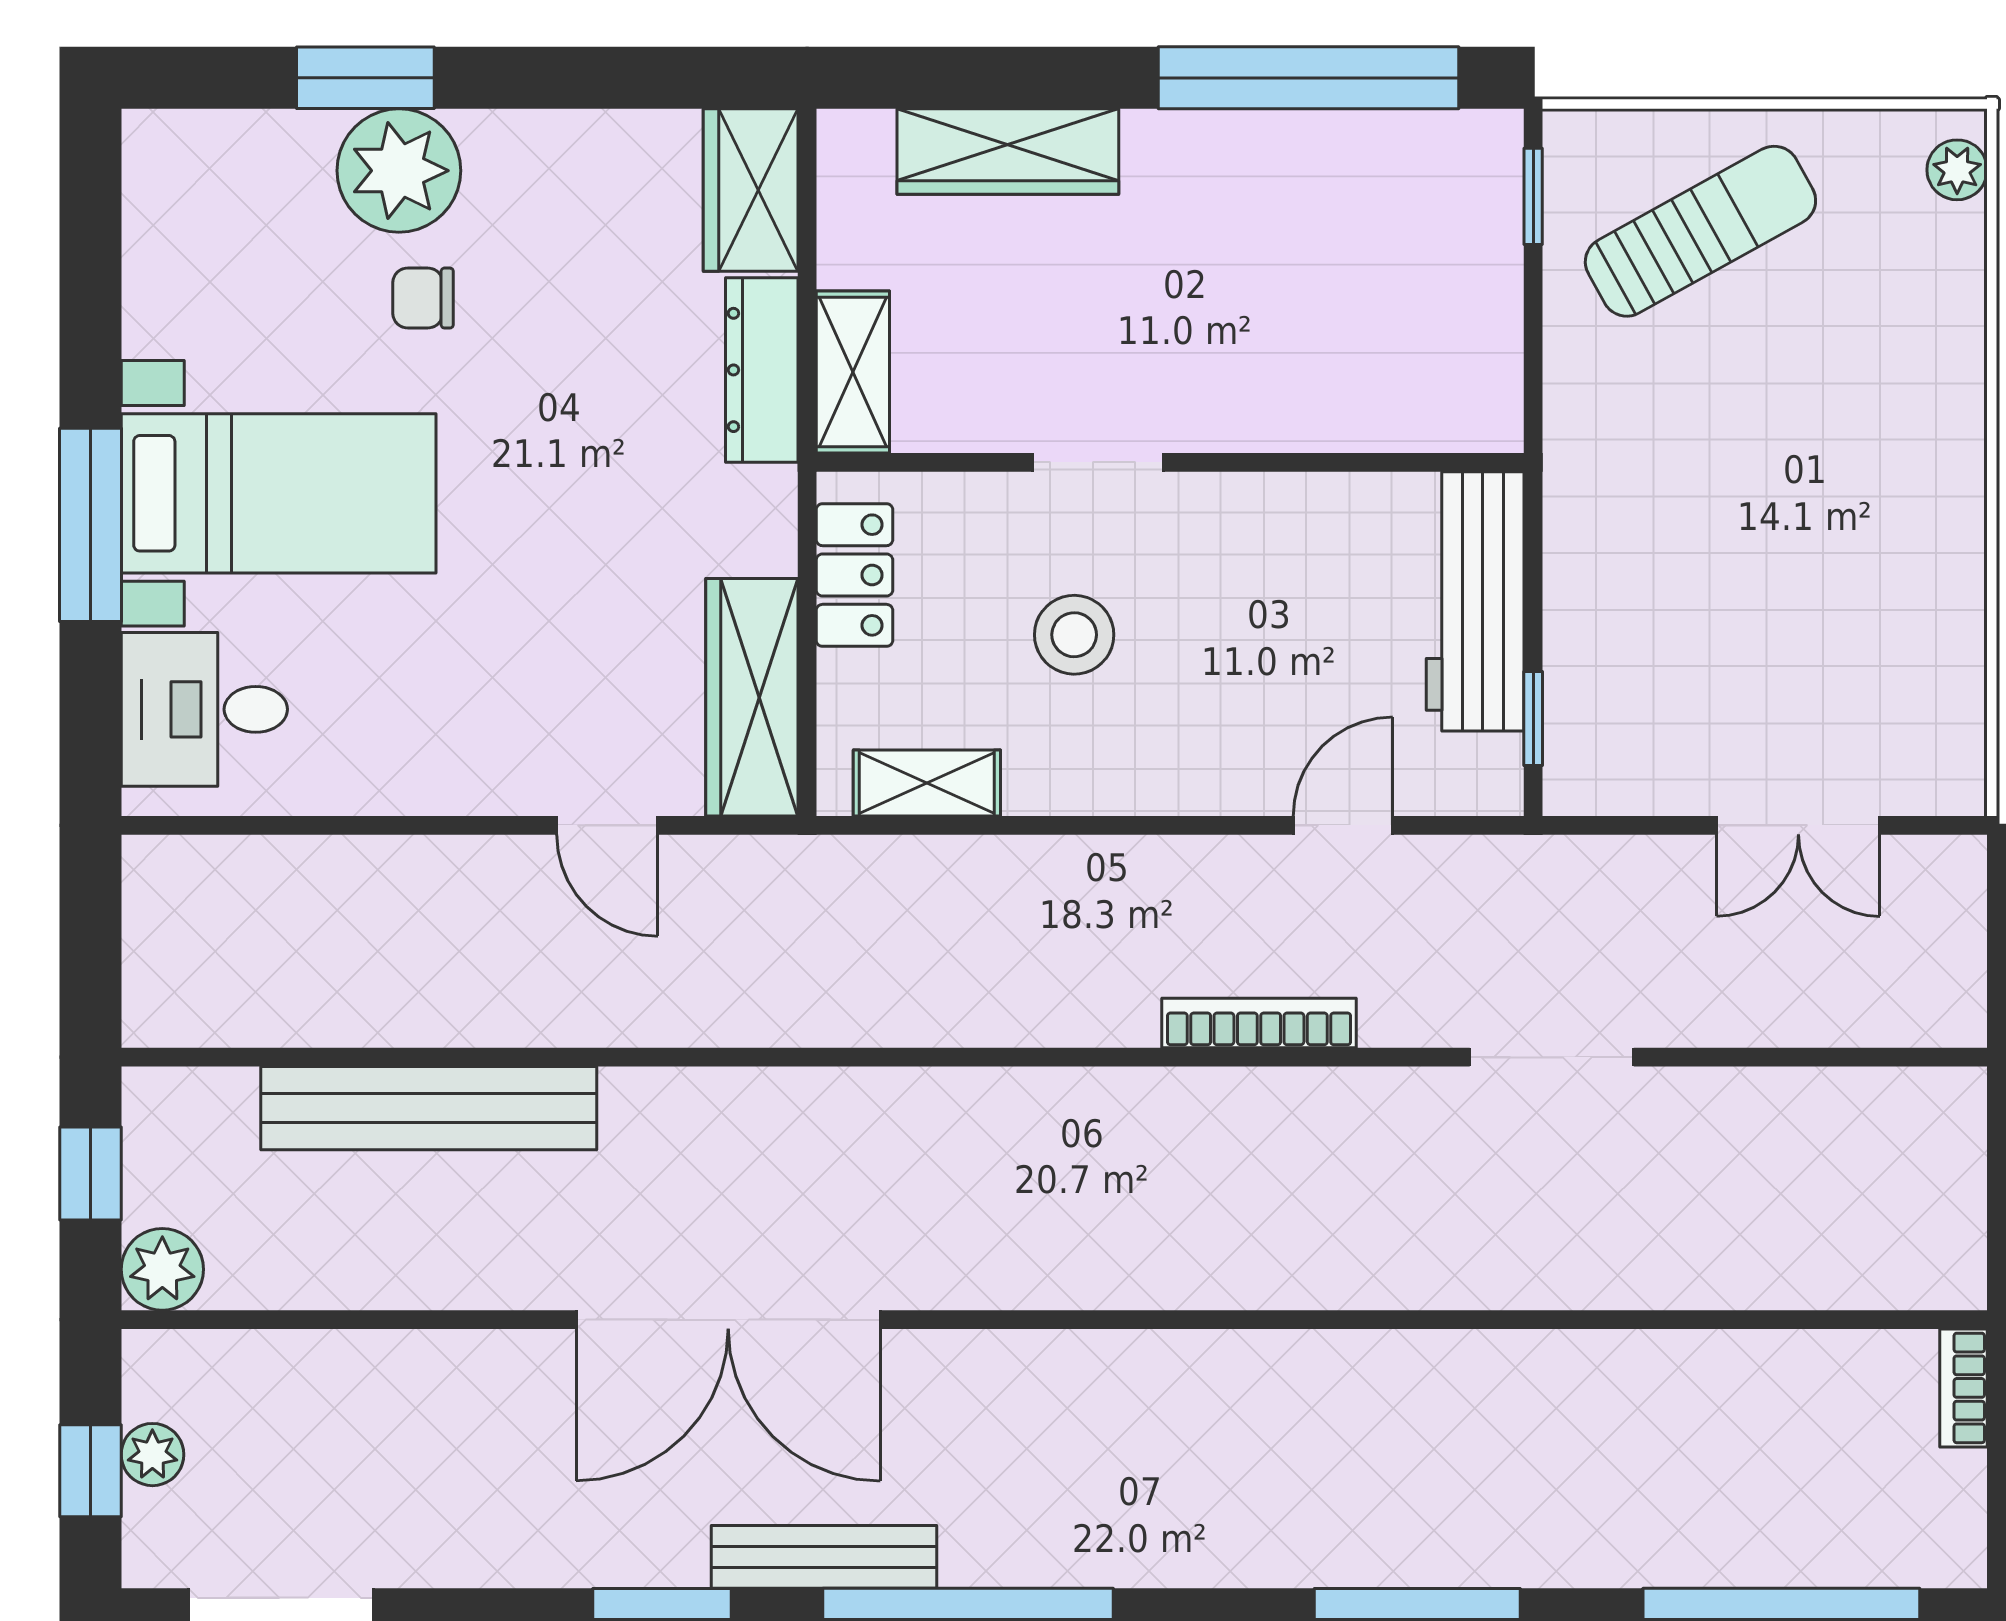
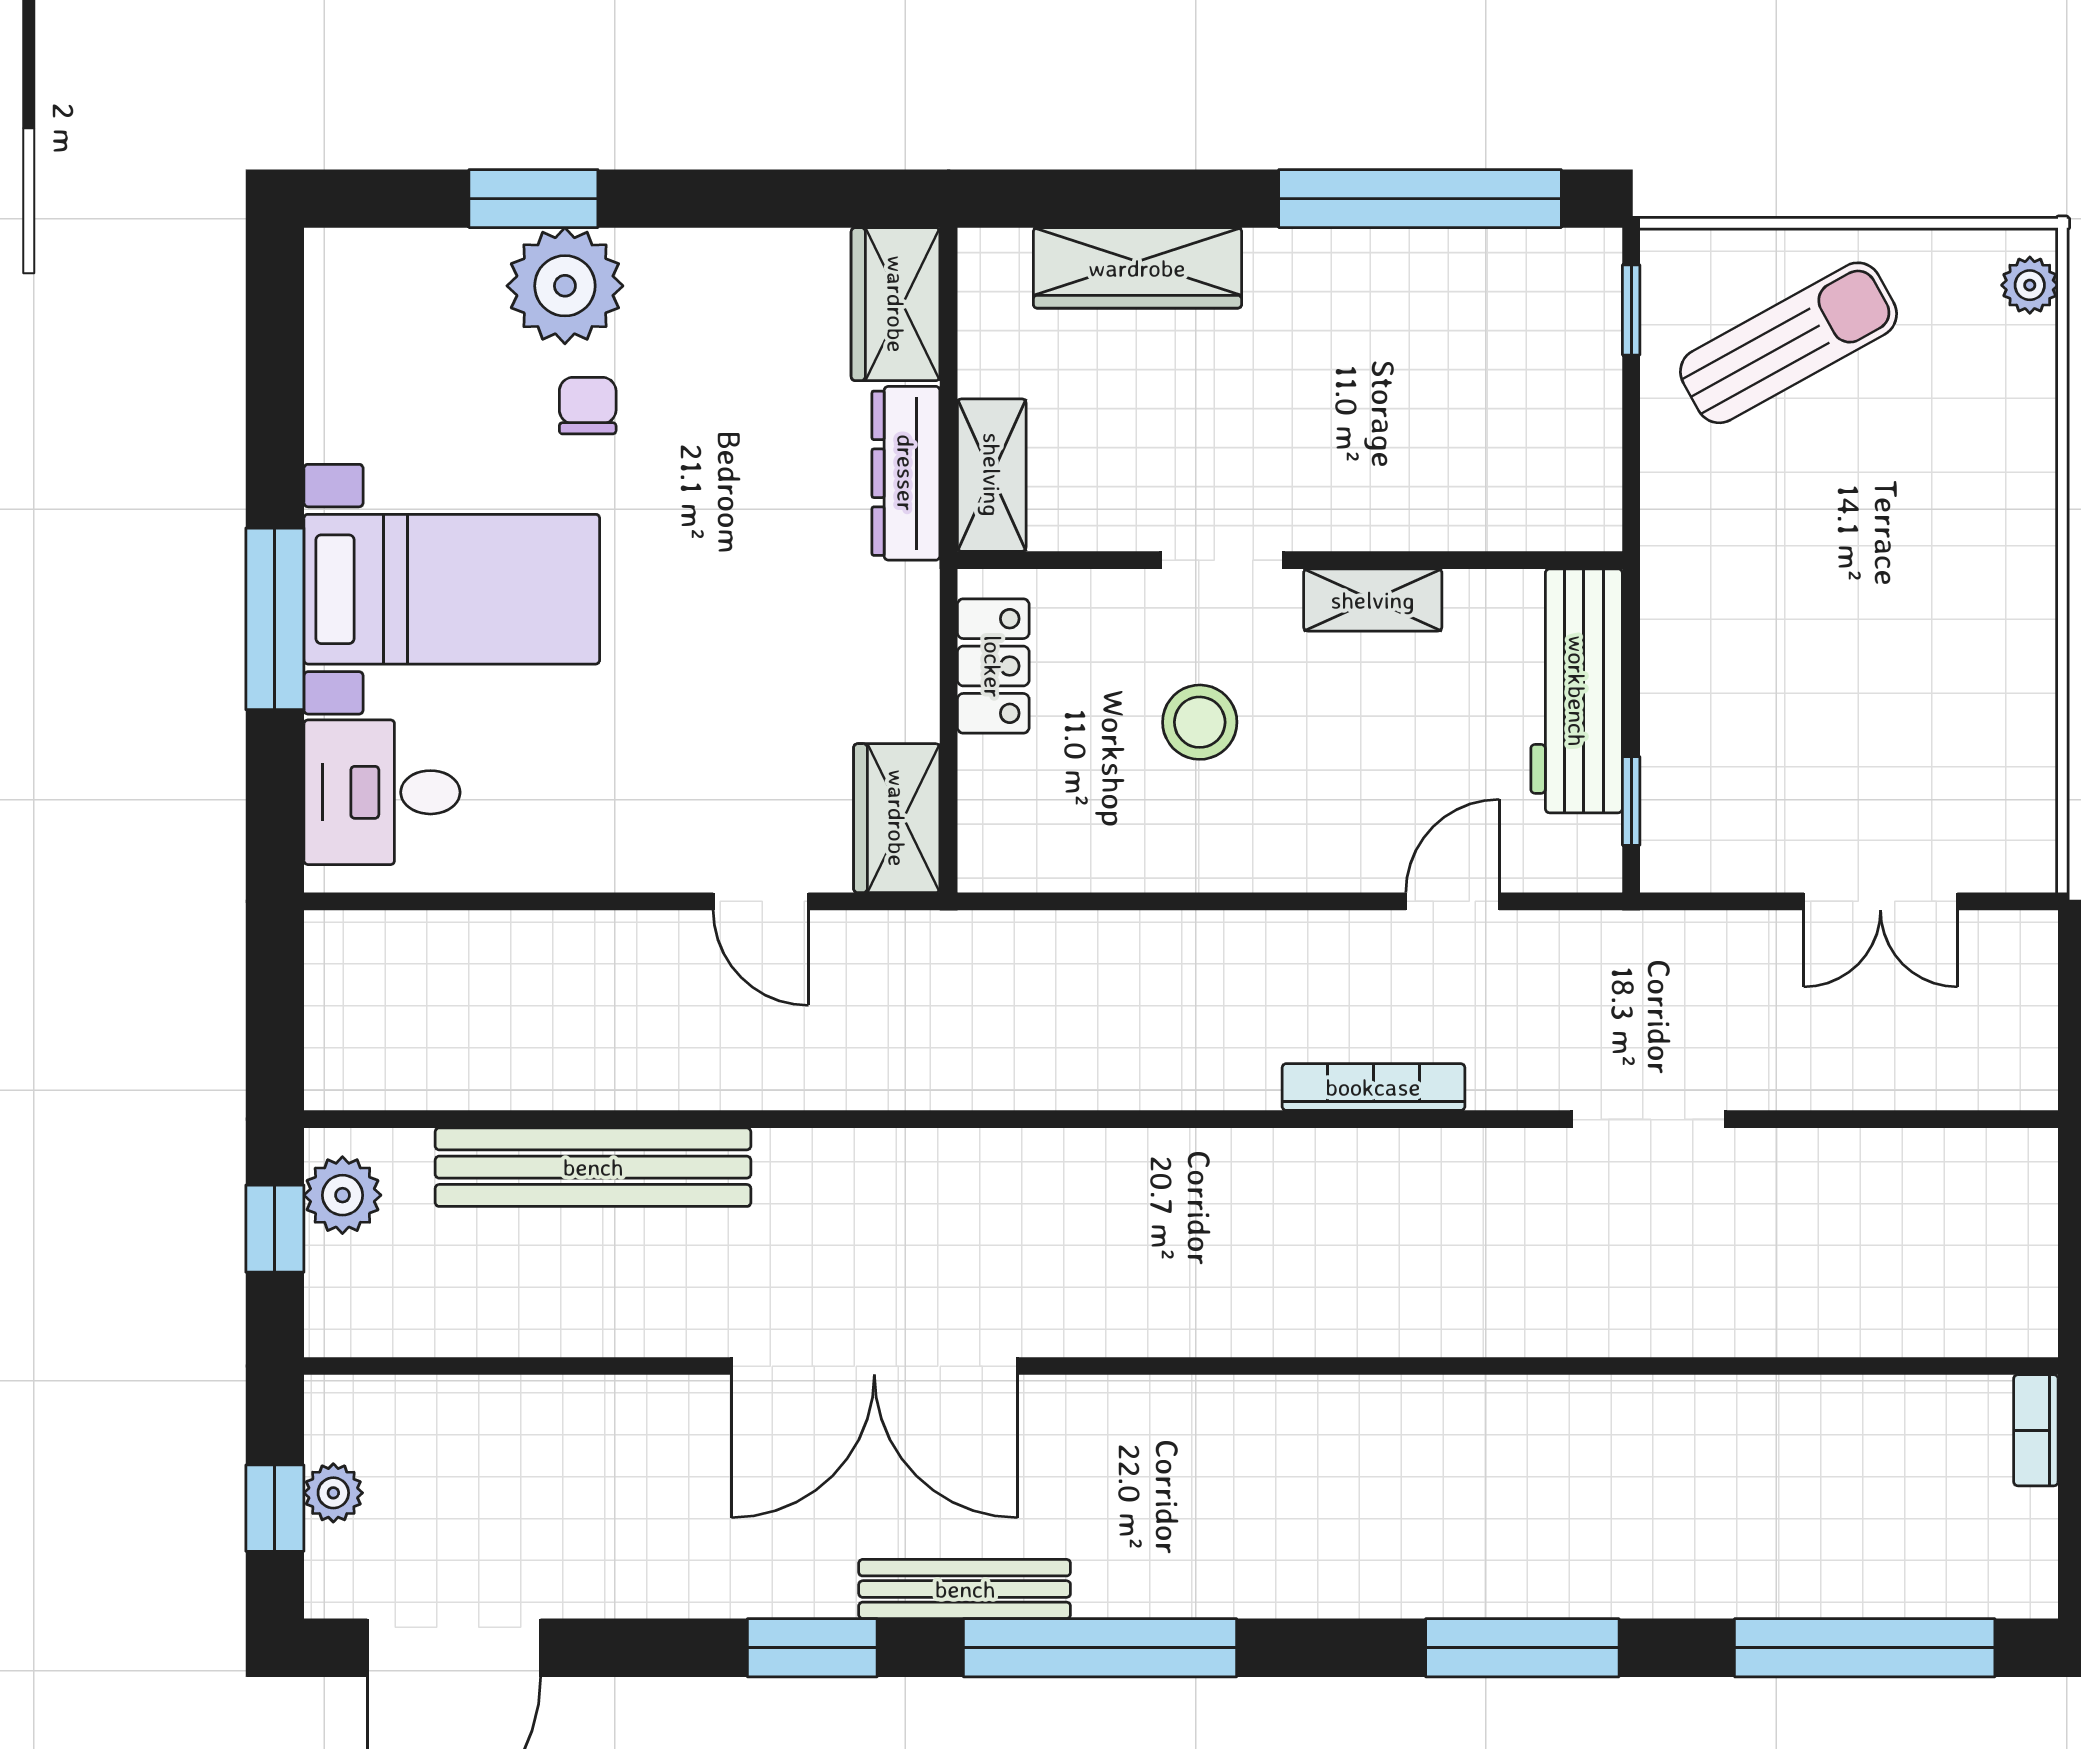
chair: (423, 298) -> (588, 406), turned 90
wardrobe: (752, 697) -> (897, 818), width x0.67
shelving: (927, 783) -> (1373, 600), moved
plant: (162, 1269) -> (342, 1195), moved

